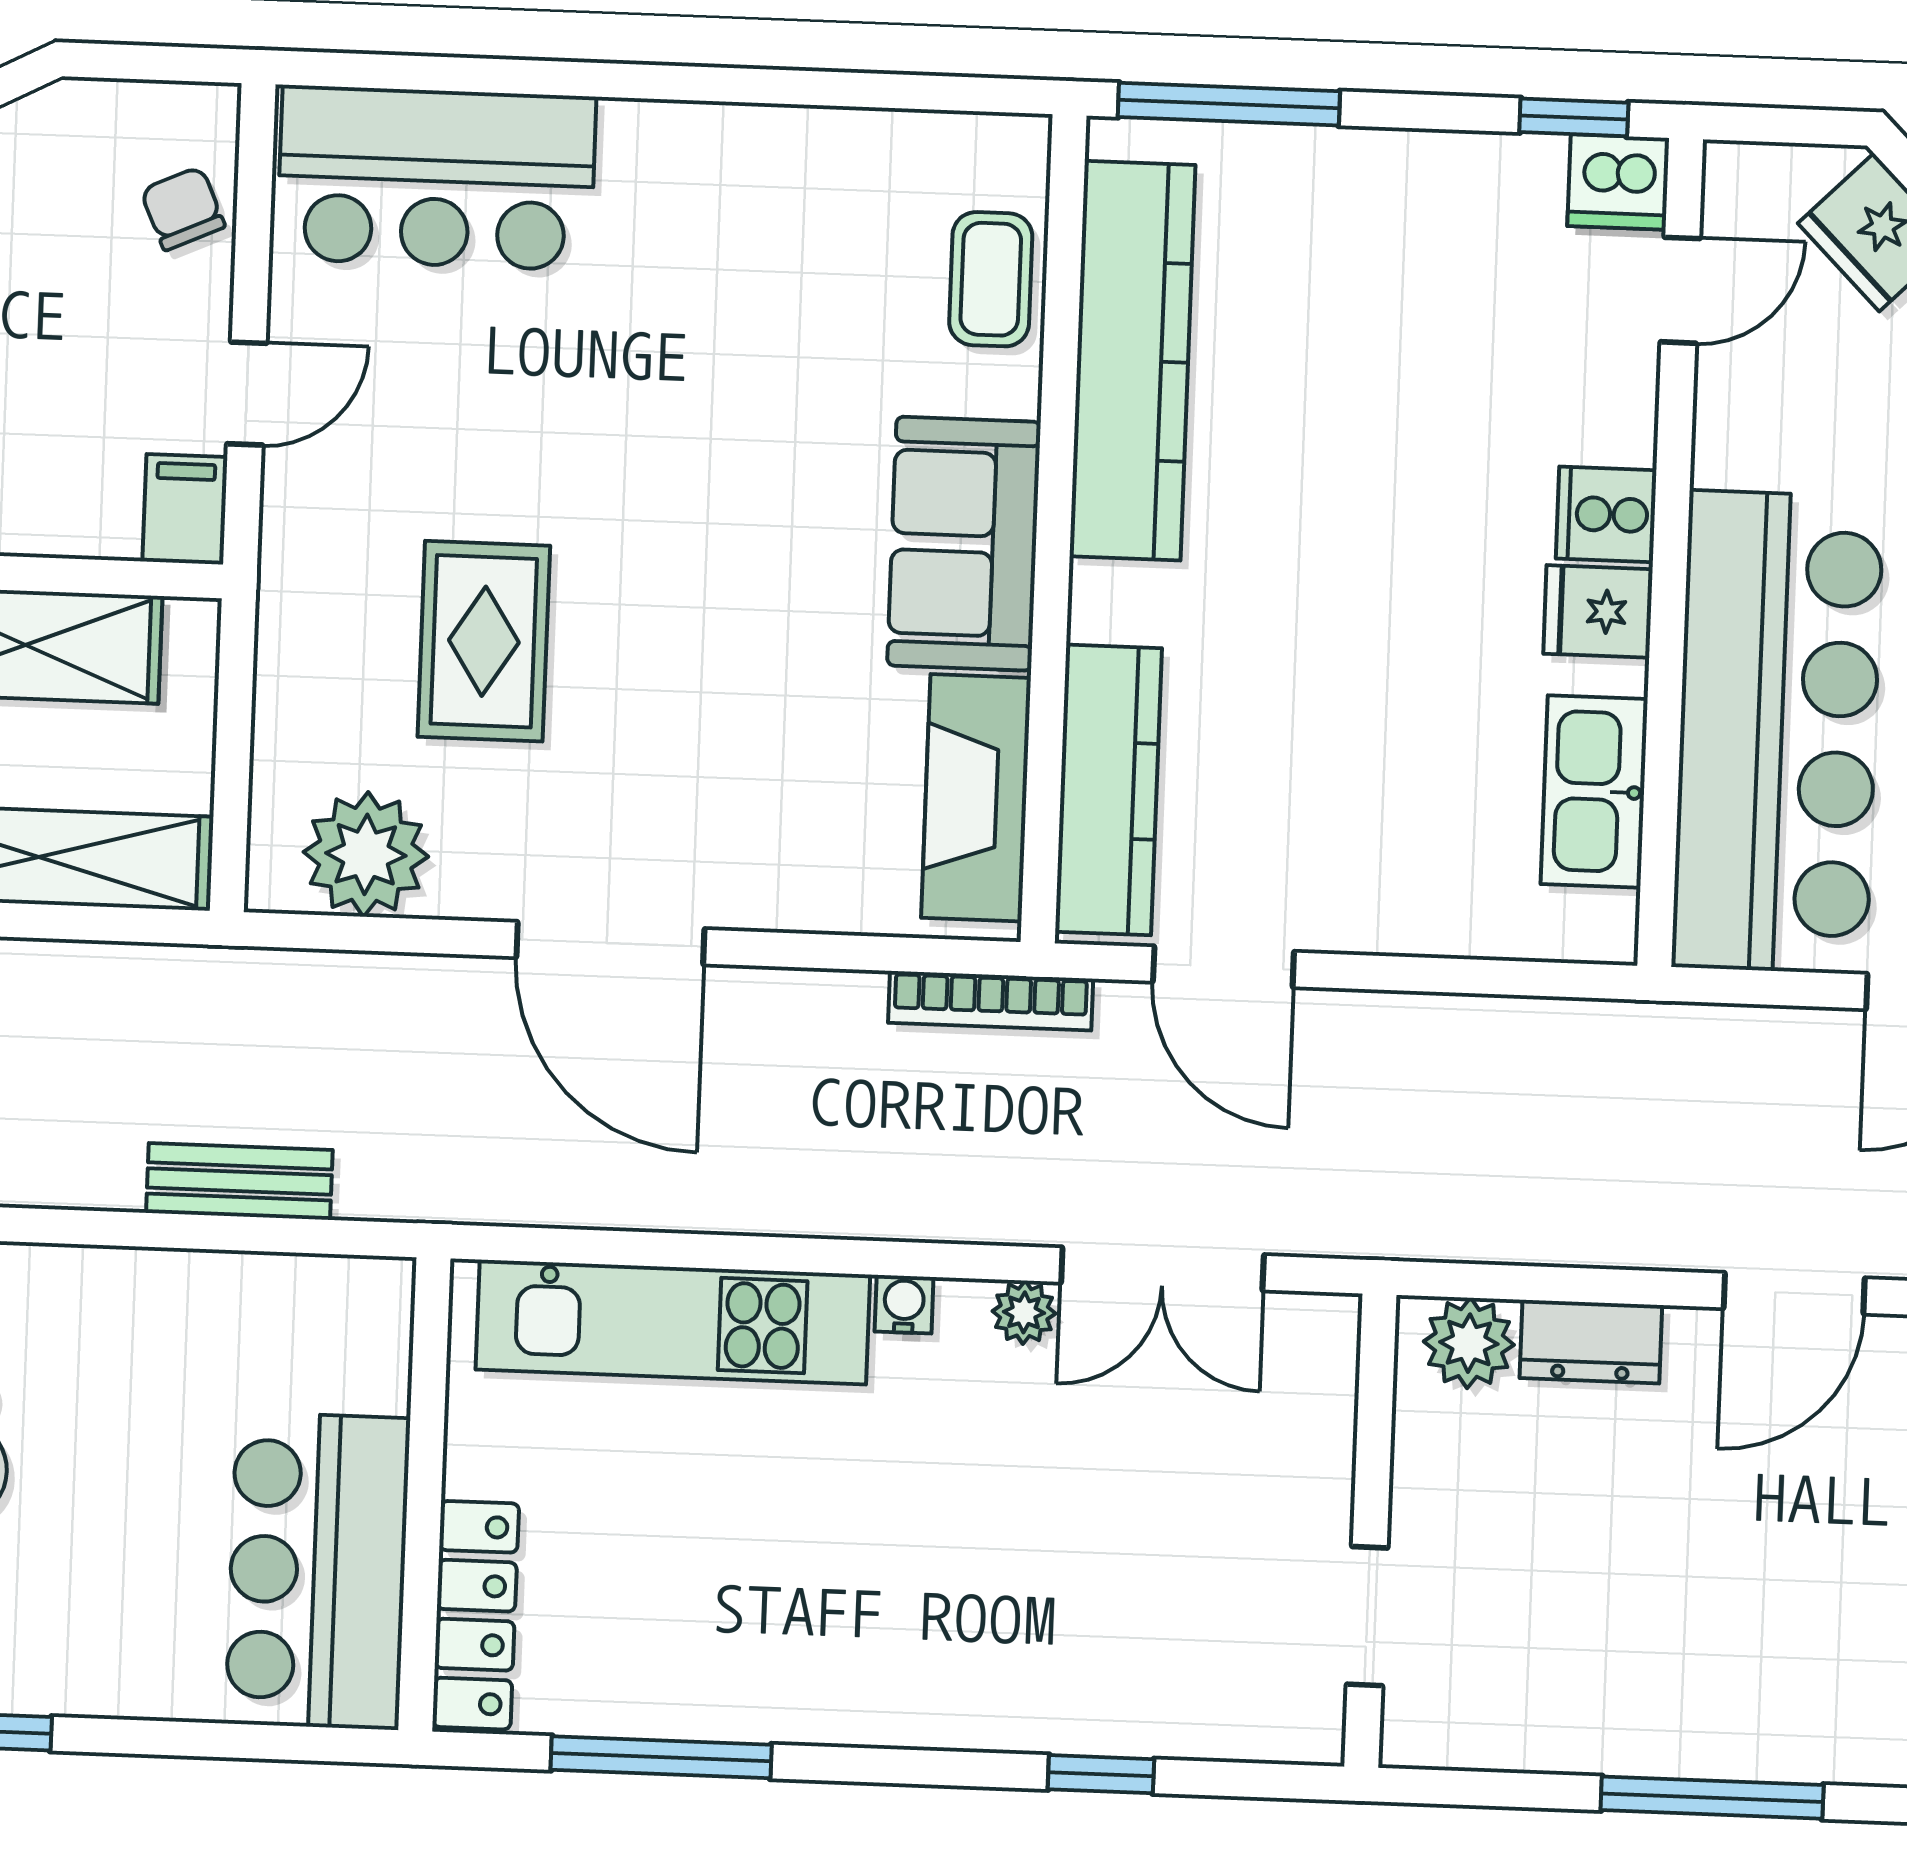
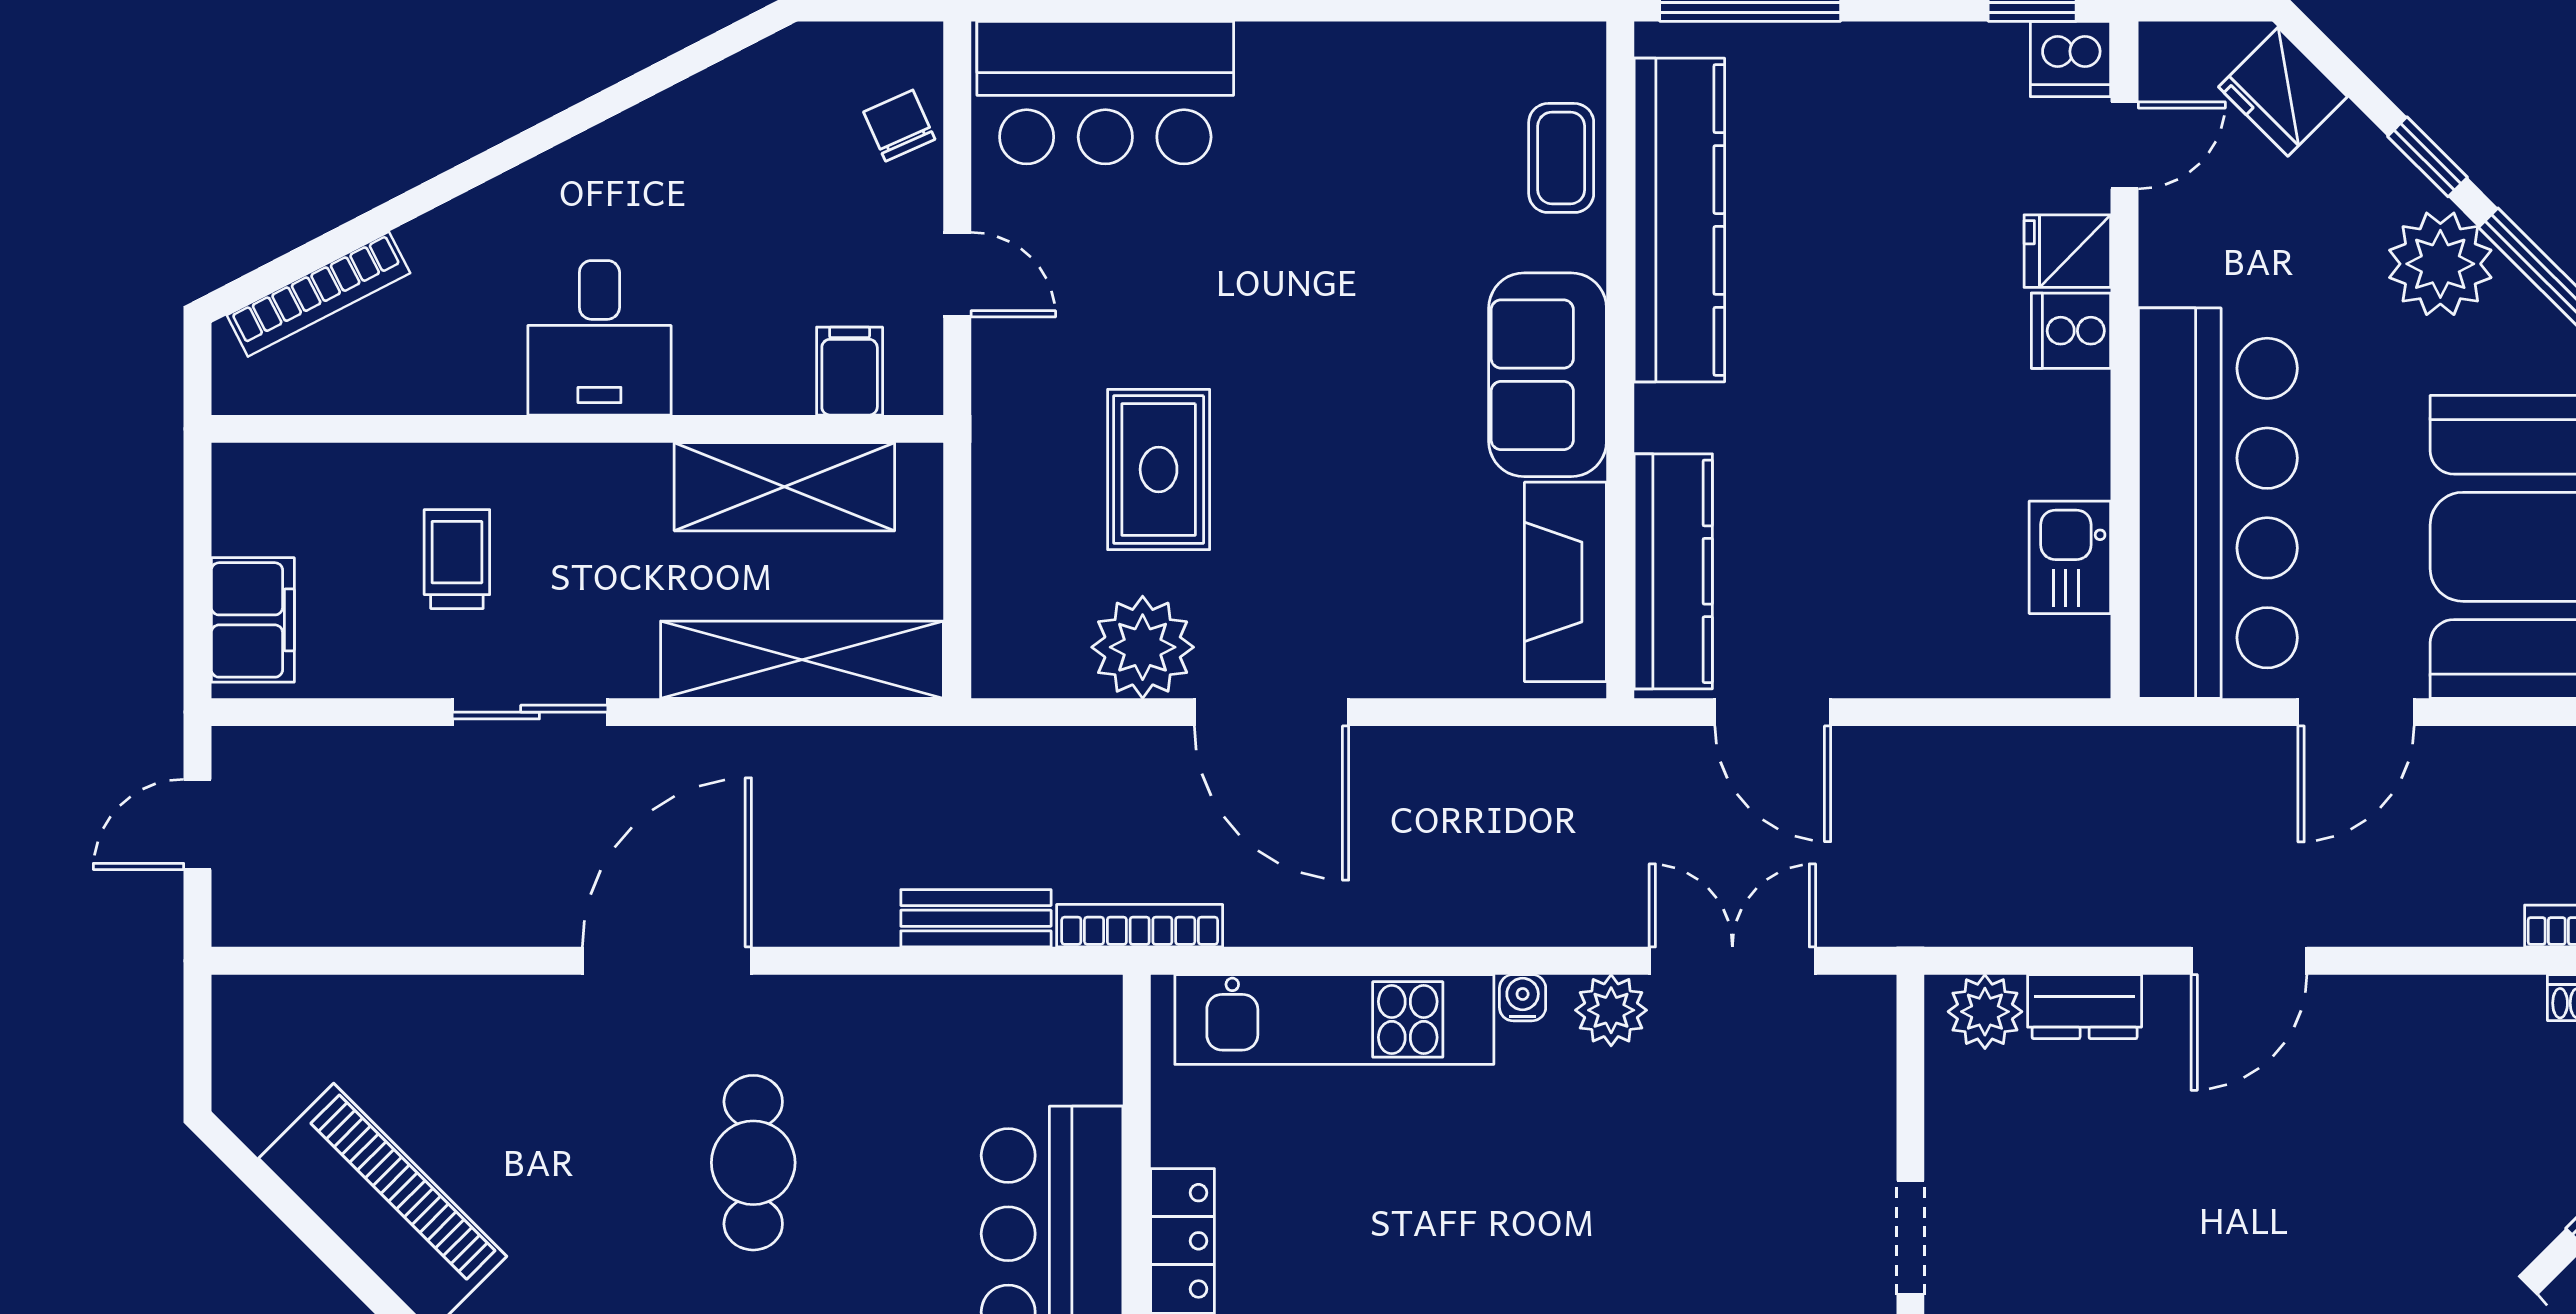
door: (247, 394) -> (957, 275), hinge flipped
filing cabinet: (185, 509) -> (850, 371), moved
fridge: (1598, 611) -> (2067, 251), moved
kitchen sink: (1594, 791) -> (2070, 557), width x0.73
plant: (366, 854) -> (1143, 647), moved
bookcase: (991, 1001) -> (1140, 926), moved, turned 180
double door: (1162, 1269) -> (1732, 961), swing flipped
plant: (1024, 1312) -> (1611, 1010), width x1.38, depth x1.38

